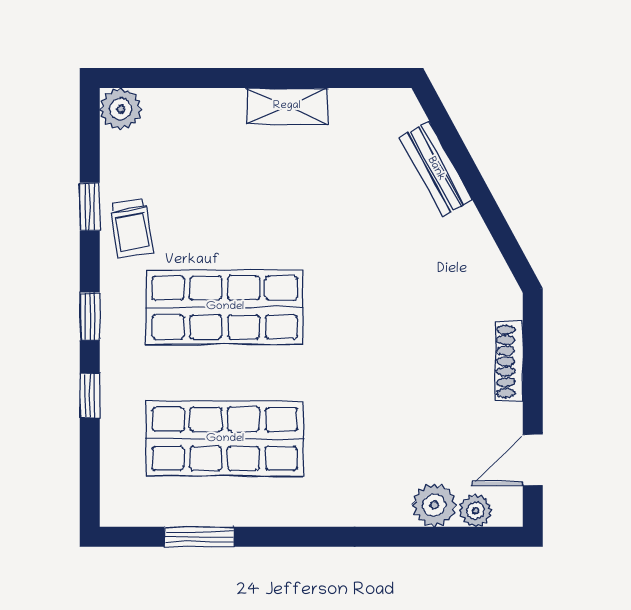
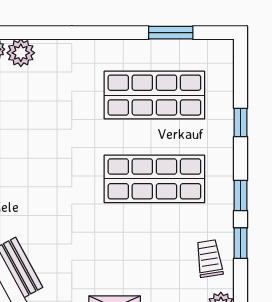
trolley: (132, 229) -> (209, 259), moved
window: (90, 316) -> (241, 196), moved

